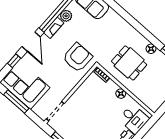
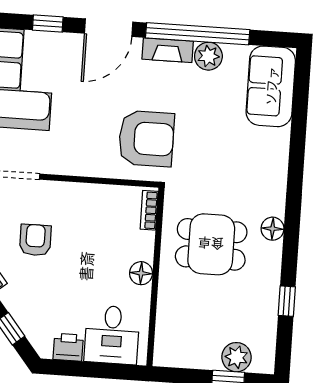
floor lamp: (151, 49) -> (273, 229), moved
dining table: (129, 63) -> (211, 244), turned 90
armchair: (83, 120) -> (35, 240), added

